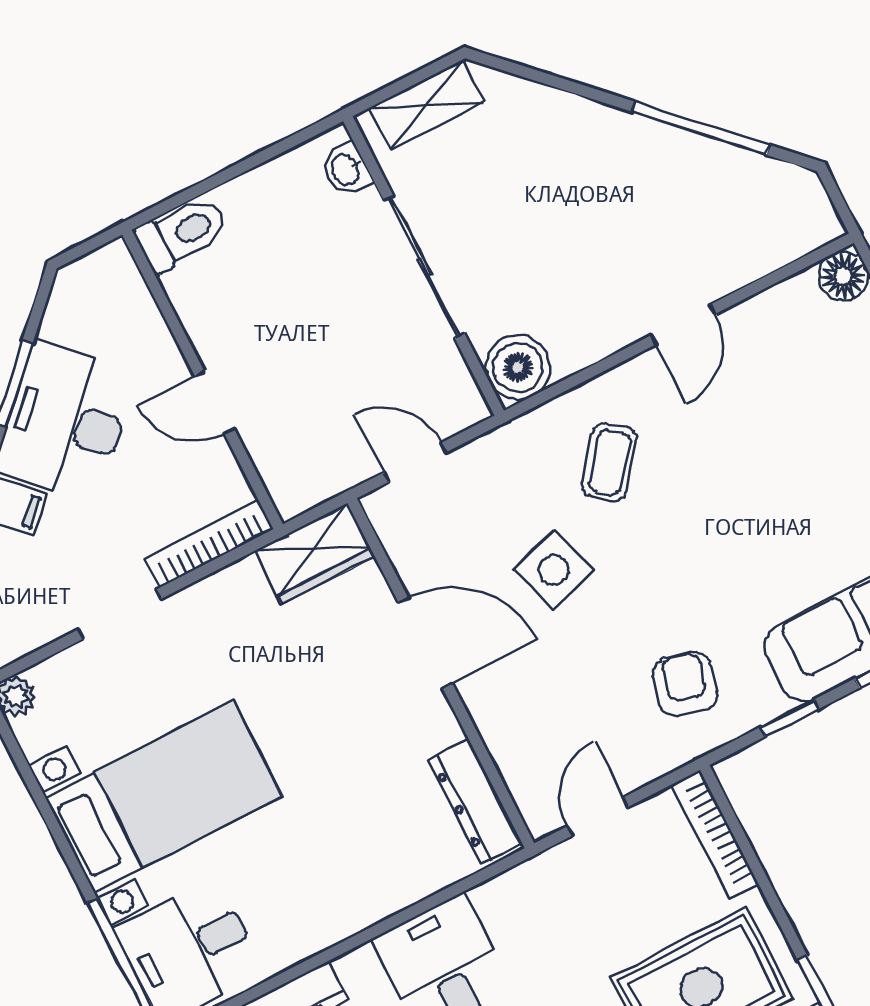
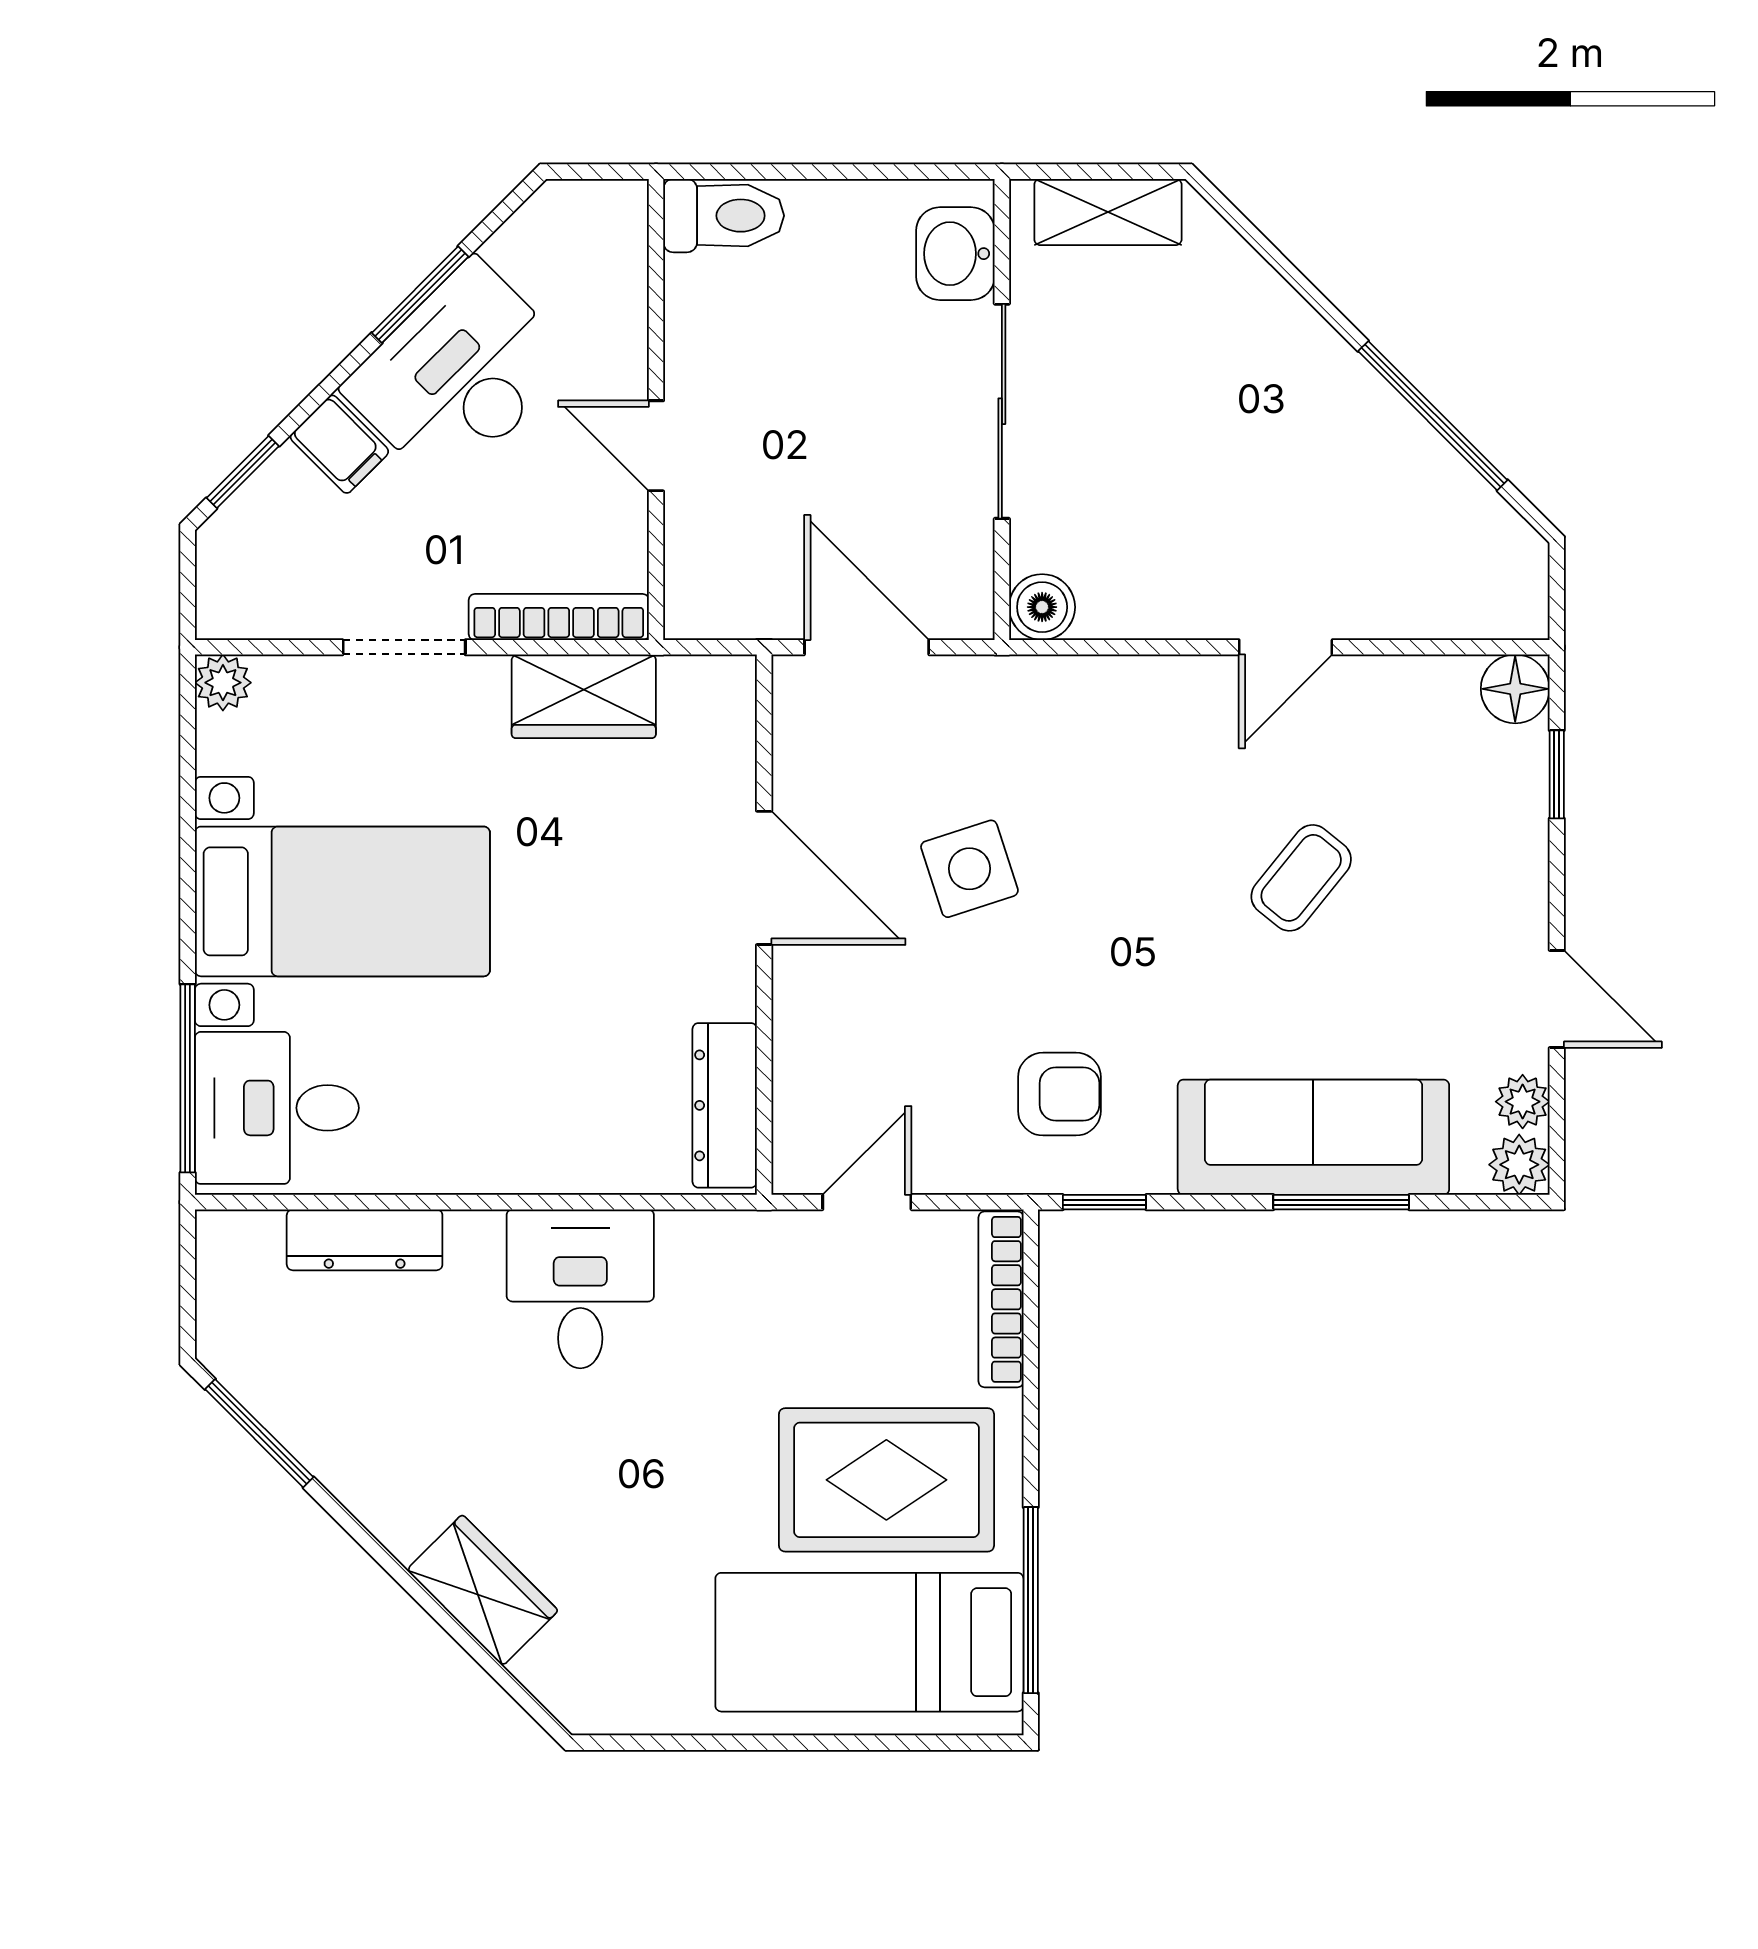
washbasin: (346, 169) -> (955, 254), width x1.38, depth x1.45
boiler: (518, 367) -> (1042, 607), width x0.73, depth x0.73
door: (415, 462) -> (867, 647), width x1.38
coffee table: (610, 462) -> (1301, 878), moved
wardrobe: (315, 553) -> (584, 696), moved
armchair: (685, 684) -> (1059, 1094), turned 75
window: (789, 718) -> (1104, 1202), moved

